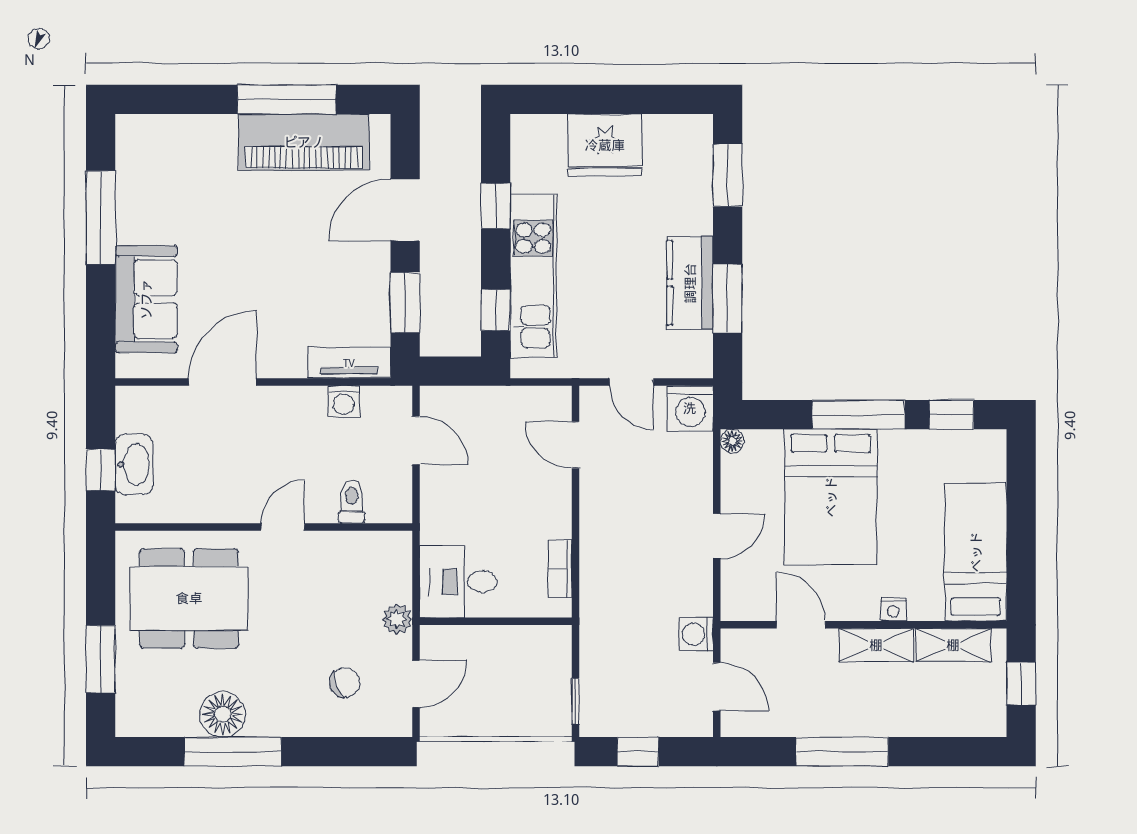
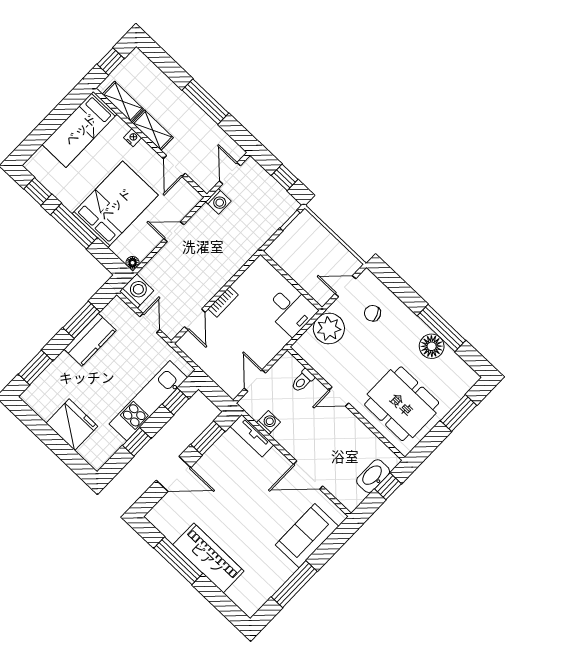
piano: (304, 142) -> (208, 558), moved
bookcase: (560, 569) -> (223, 302), moved
plant: (397, 619) -> (329, 329), width x1.87, depth x1.87

